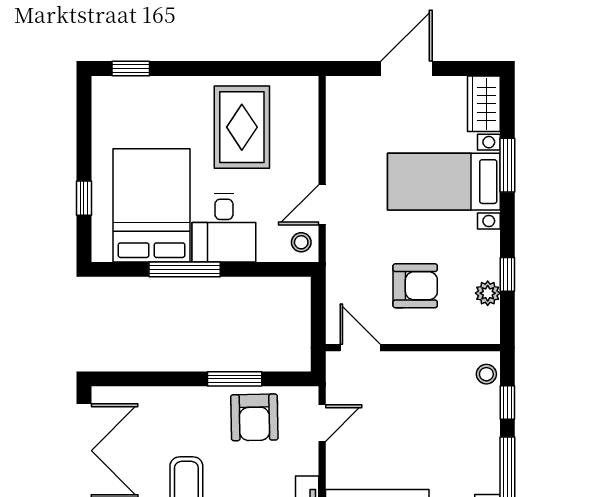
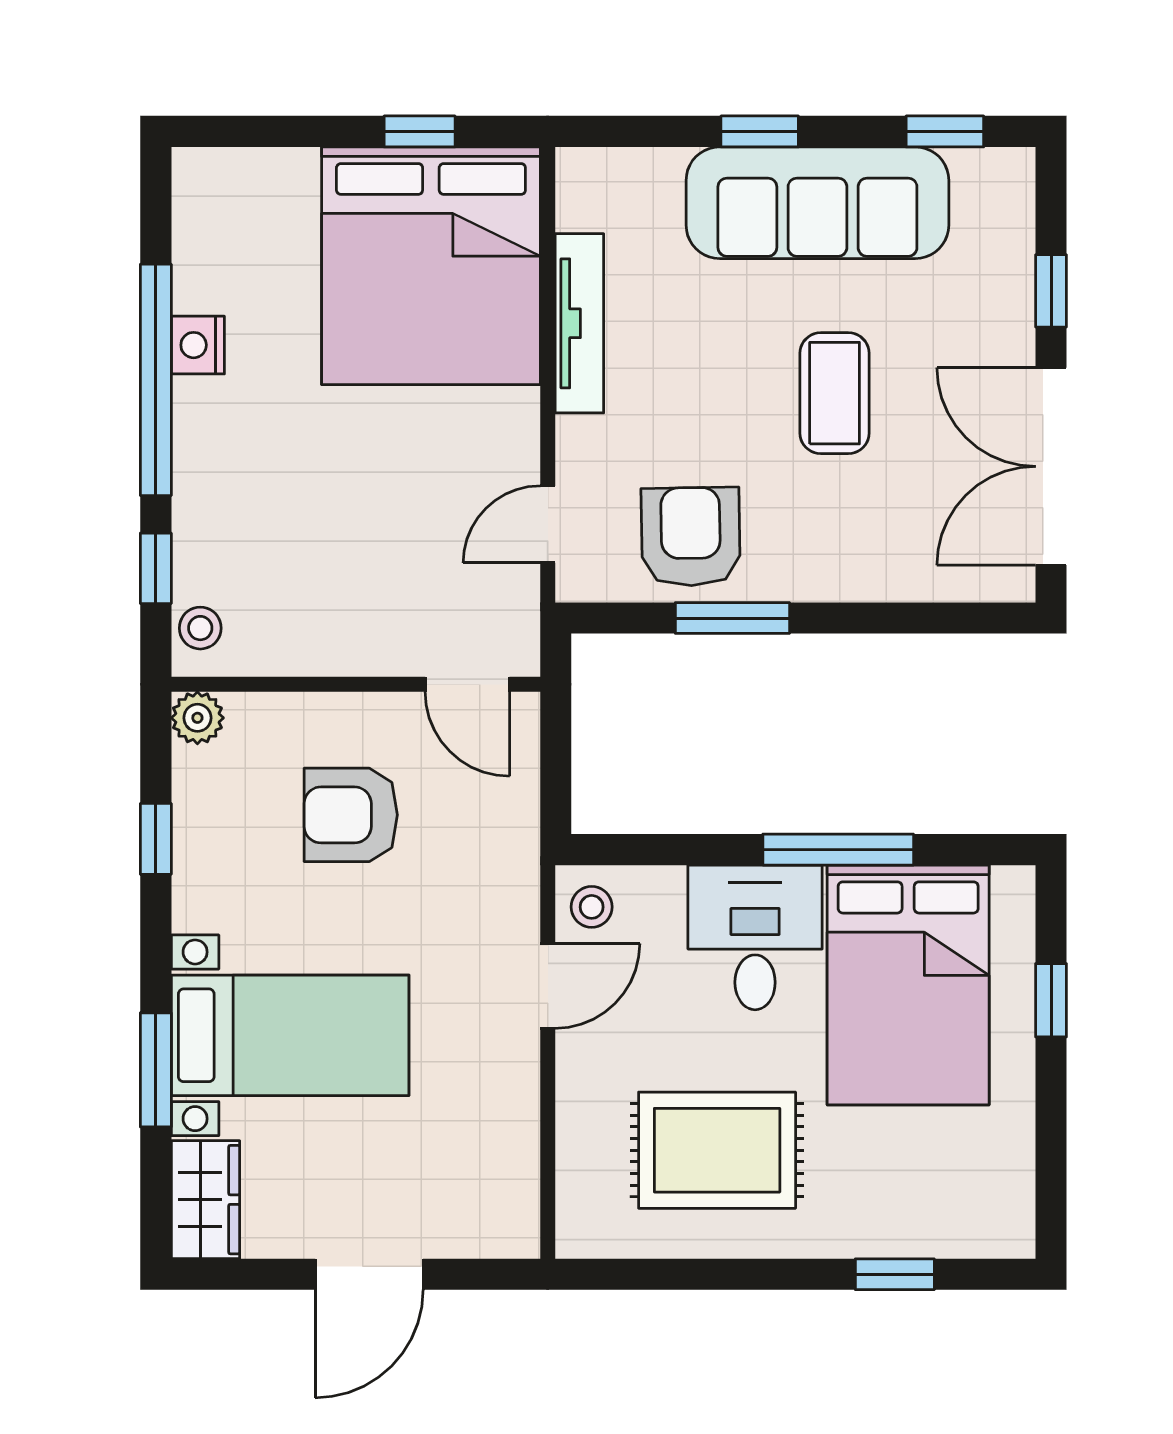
window: (131, 69) -> (895, 1274), moved
rug: (242, 127) -> (717, 1150), turned 90
plant: (488, 293) -> (197, 718), moved

